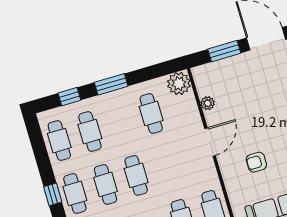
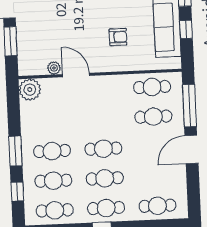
cafe table: (151, 113) -> (52, 151), moved
door: (210, 142) -> (76, 75), moved
armchair: (256, 162) -> (118, 37), turned -90

